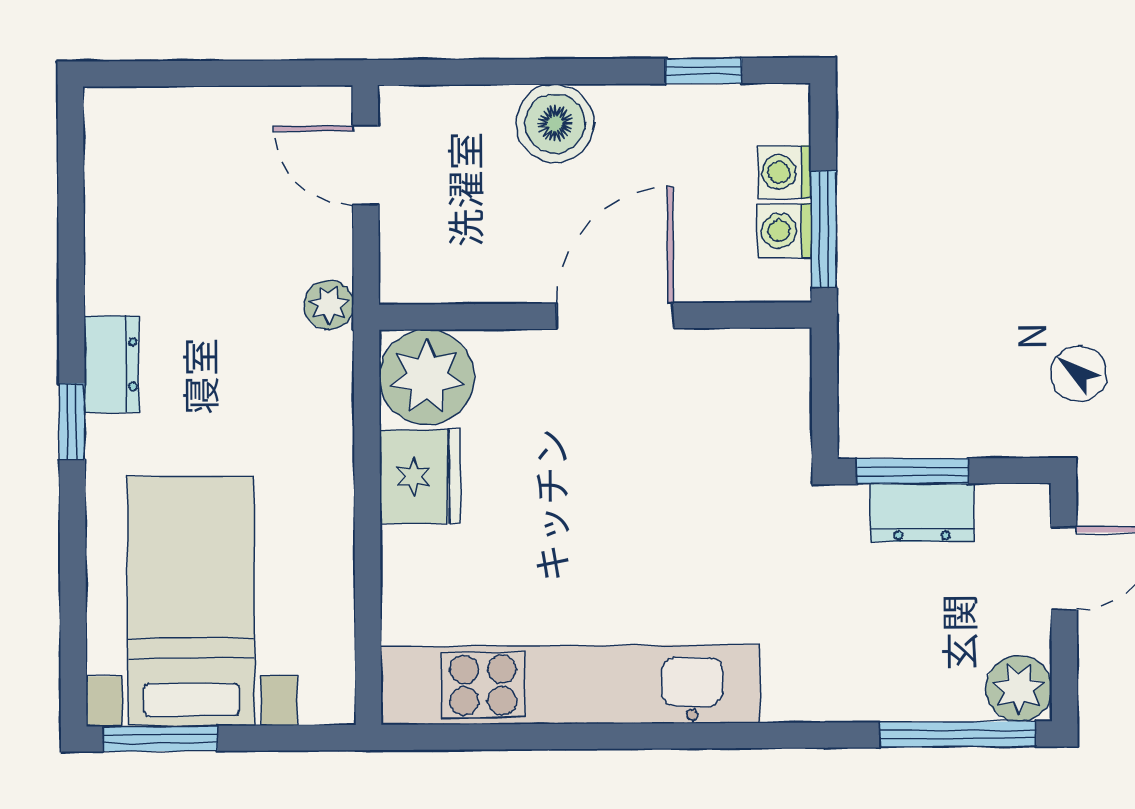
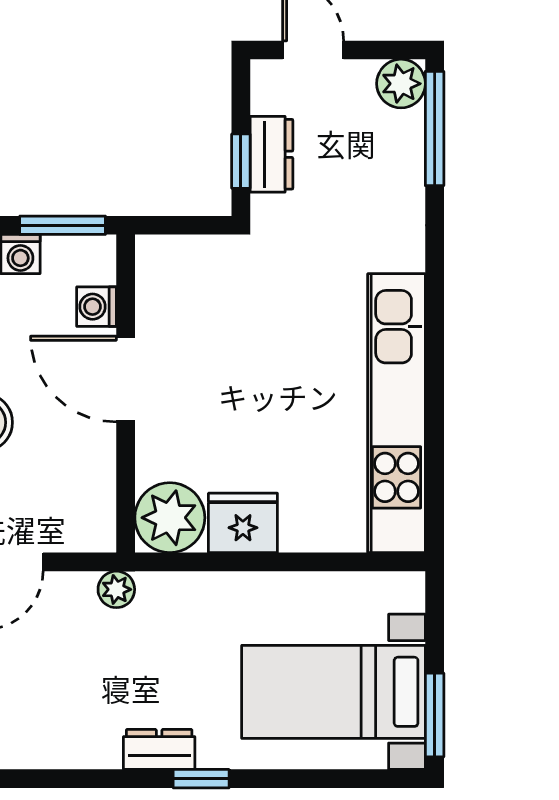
washing machine: (784, 231) -> (96, 307), moved, turned 90
window: (912, 471) -> (241, 161), width x0.67

